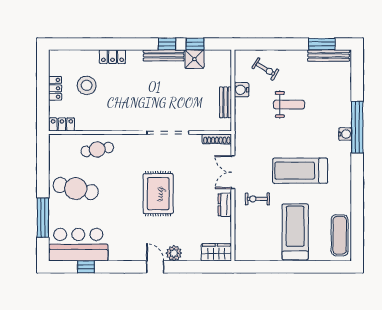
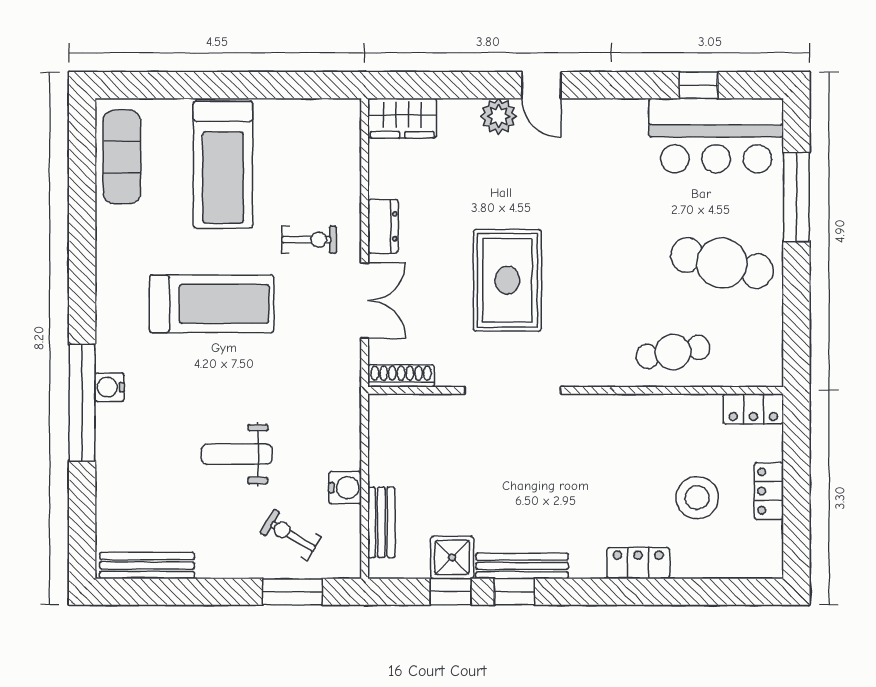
window: (322, 44) -> (292, 592), moved
bench: (226, 102) -> (381, 522), moved
rug: (158, 194) -> (507, 280), moved

